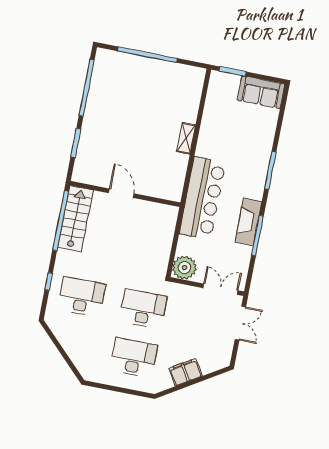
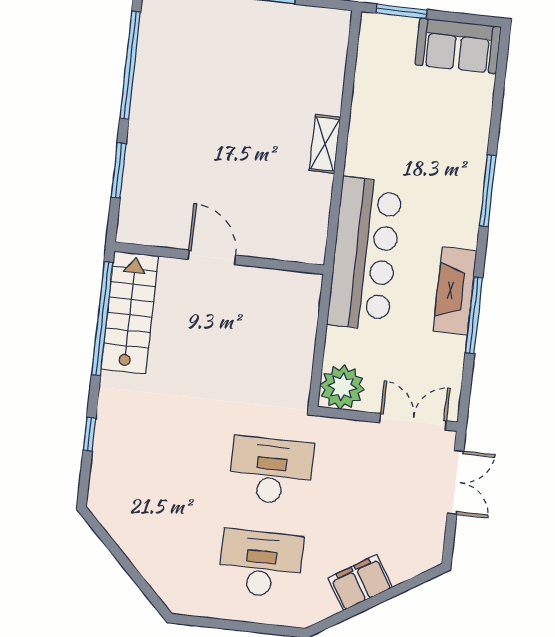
desk: (82, 297) -> (154, 458), removed

